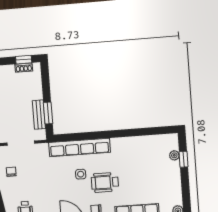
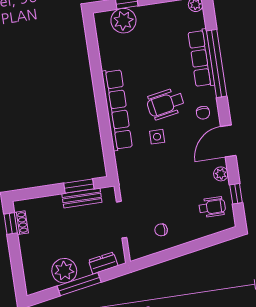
row of seats: (79, 147) -> (117, 110), moved
plant: (174, 155) -> (123, 21), width x1.87, depth x1.87
wheelchair: (105, 182) -> (166, 104), turned 80

